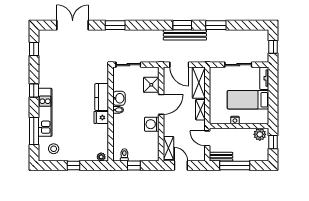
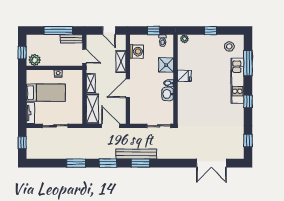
window: (115, 25) -> (141, 163), moved
bench: (185, 35) -> (136, 154), moved
shower: (151, 85) -> (166, 65), moved
kitchen counter: (102, 97) -> (184, 95), removed
washing machine: (152, 124) -> (137, 51), moved
shelving: (169, 148) -> (121, 62), moved

